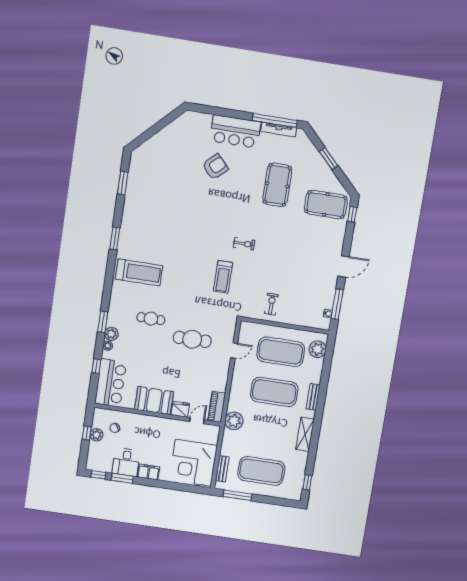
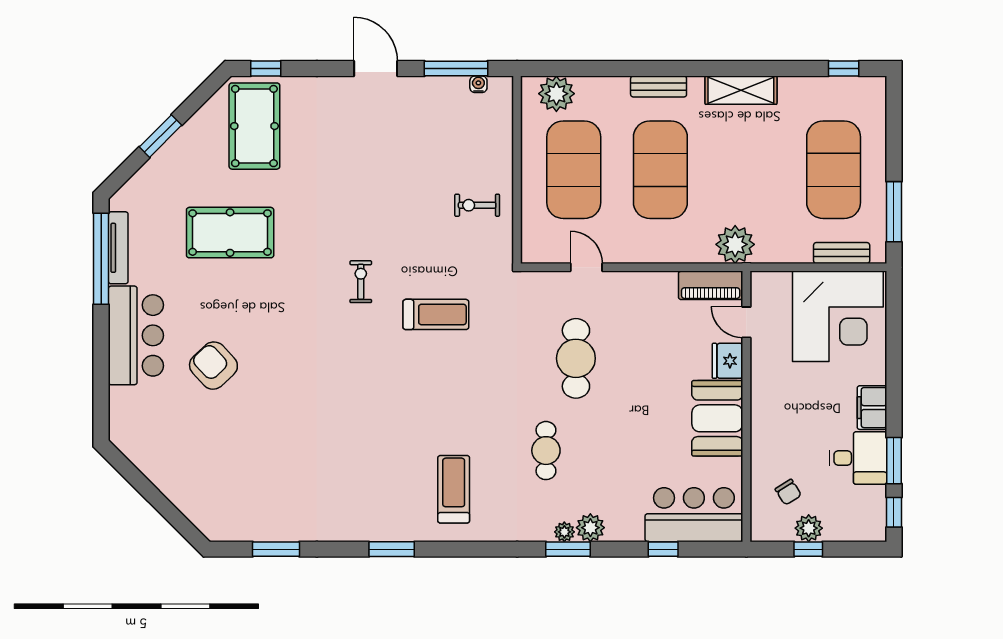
treadmill: (139, 272) -> (454, 489), width x0.73, depth x0.73
plant: (108, 346) -> (564, 532), moved

